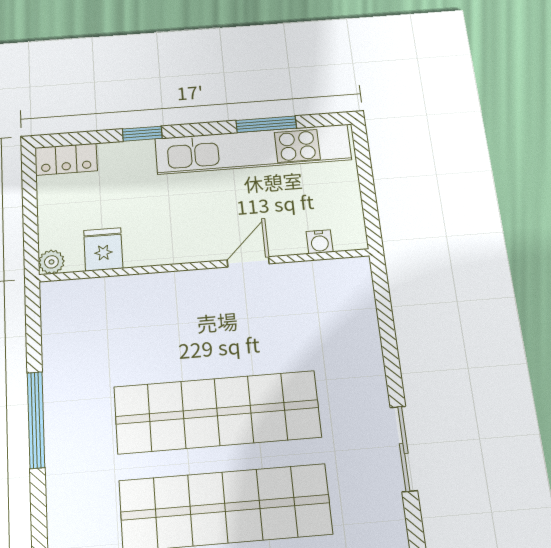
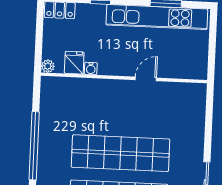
water cooler: (320, 242) -> (91, 68), moved
window: (36, 420) -> (34, 146), width x1.46

